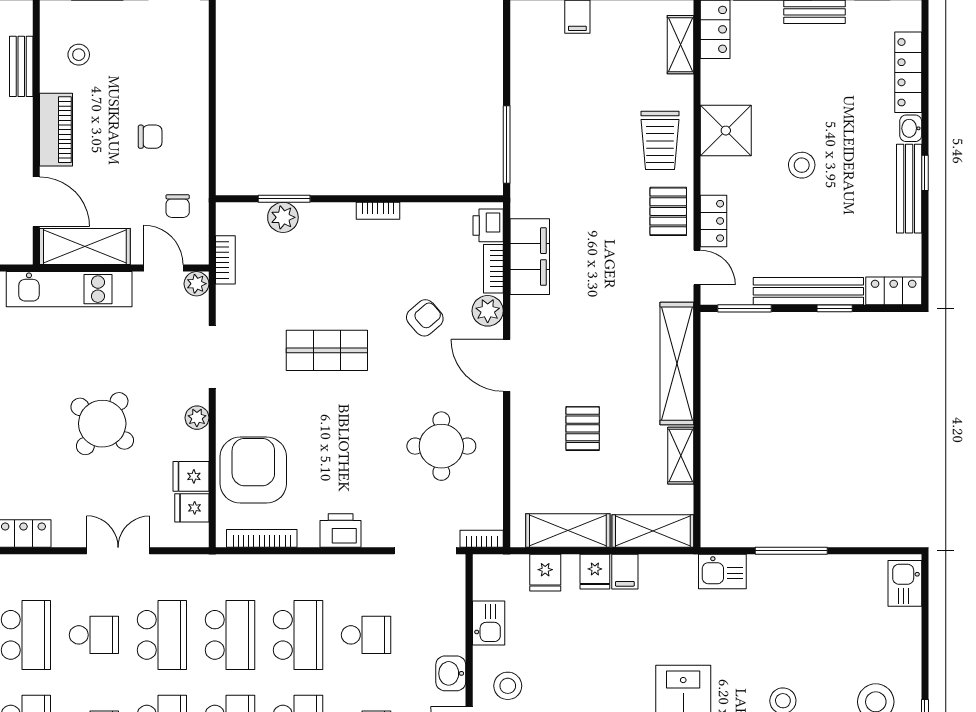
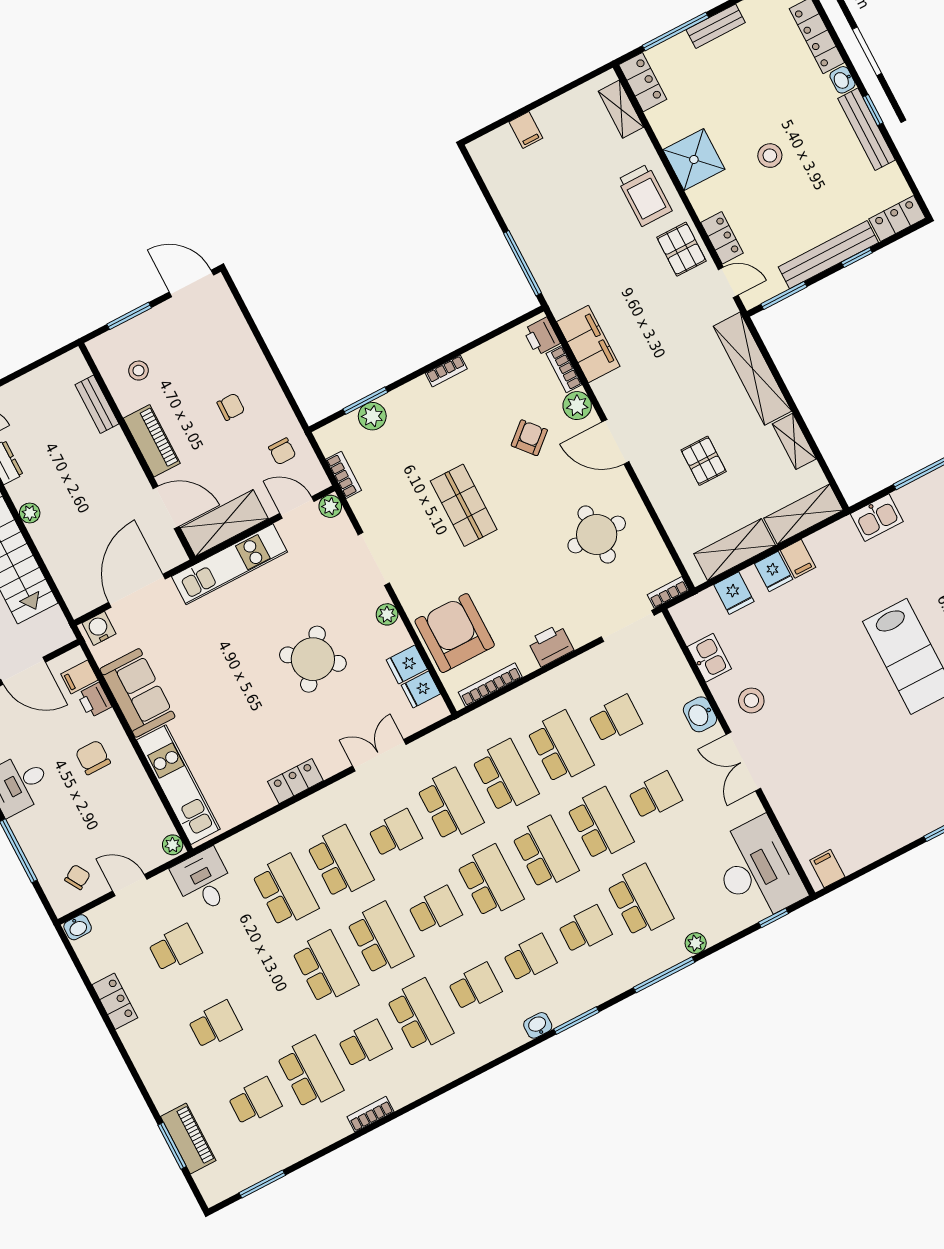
shop shelf: (327, 350) -> (464, 505), turned 90

